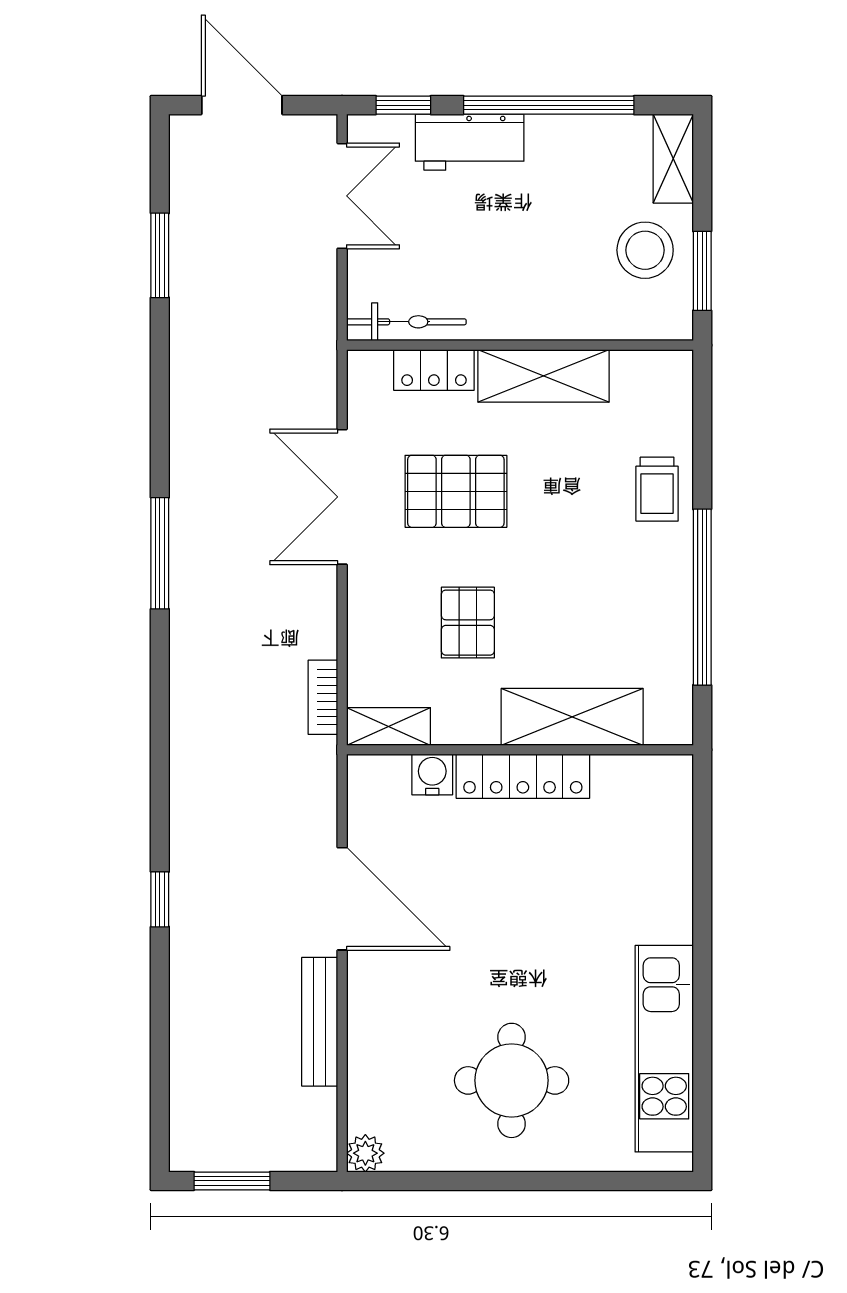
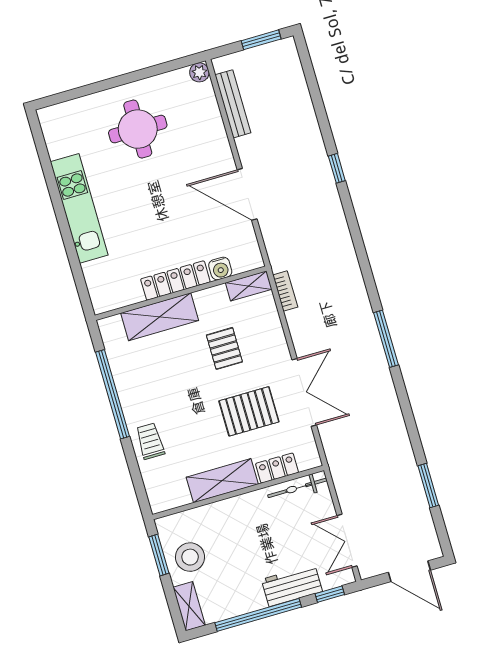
bench: (320, 1022) -> (233, 104), moved
kitchen unit: (664, 1049) -> (79, 208), moved

